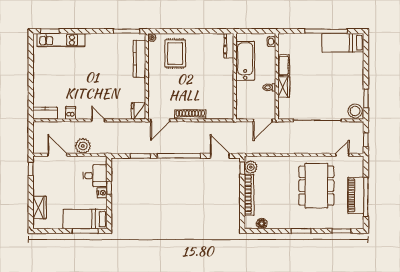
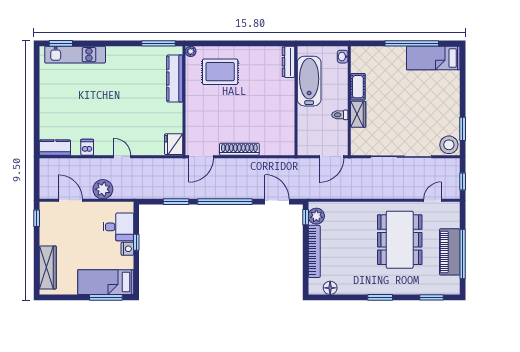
rug: (175, 53) -> (220, 72), turned 90
wardrobe: (39, 207) -> (48, 267), width x1.50

